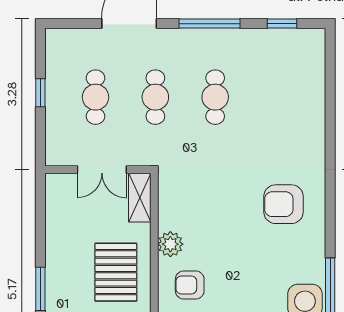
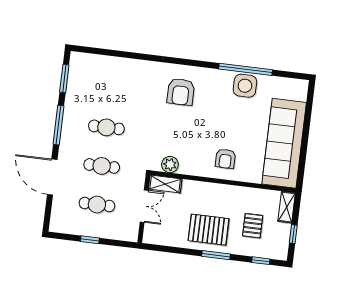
window: (282, 24) -> (64, 79), width x1.50
plant: (170, 244) -> (170, 165), moved
pallet: (116, 272) -> (209, 230), moved

